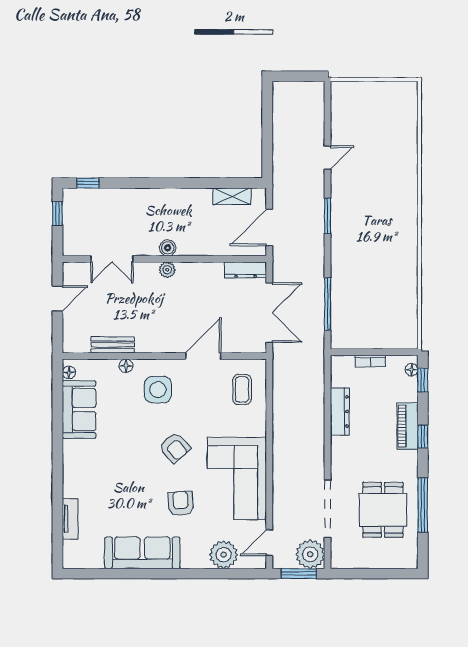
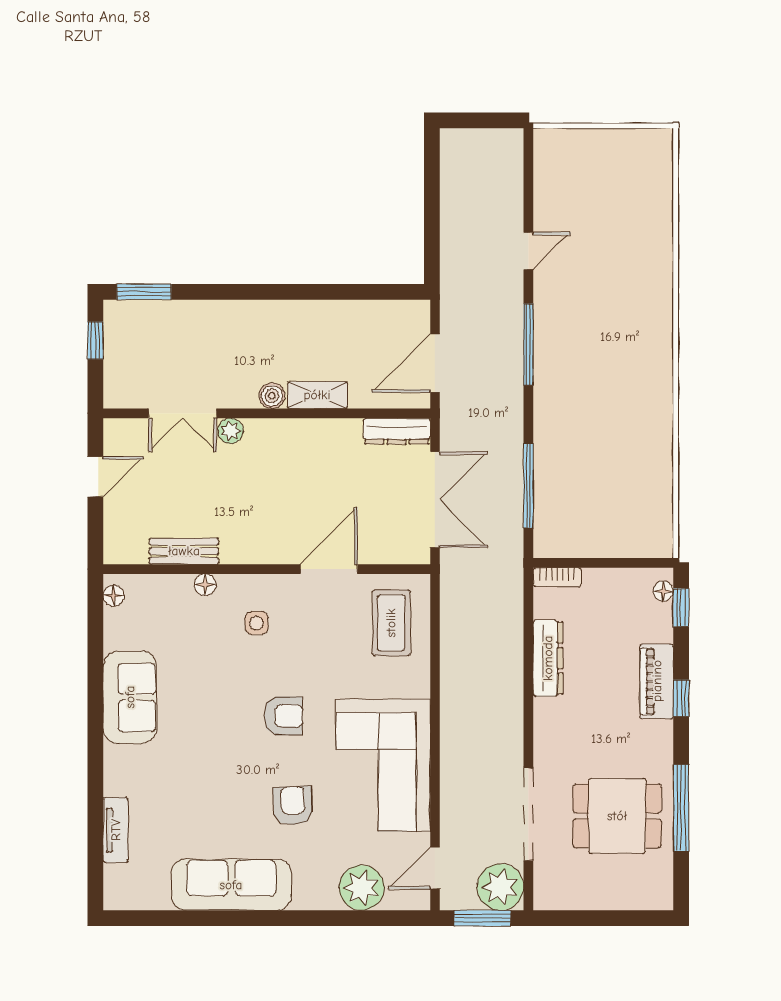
window: (88, 183) -> (144, 292), width x1.50
shelving: (232, 196) -> (317, 395), moved
window: (328, 216) -> (528, 345), width x1.44
plant: (167, 270) -> (231, 431), moved
bookcase: (370, 361) -> (557, 577), moved
coffee table: (242, 389) -> (391, 623), width x1.36, depth x1.30
side table: (158, 390) -> (256, 623), width x0.54, depth x0.54
sofa: (79, 409) -> (130, 697), moved
armchair: (175, 447) -> (283, 716), turned -48
dining table: (383, 510) -> (617, 816), turned 90

